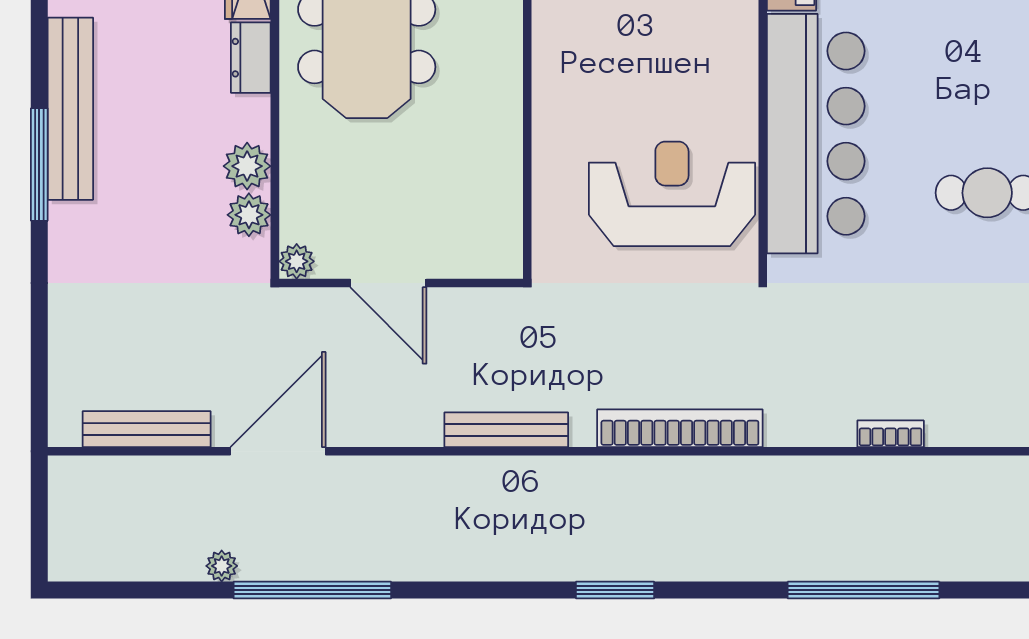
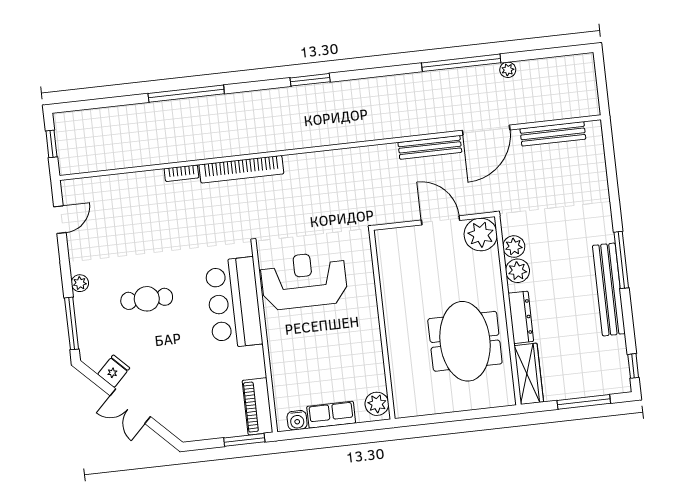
dresser: (251, 58) -> (521, 317), width x1.44
bar counter: (816, 134) -> (234, 303), width x0.73
reception desk: (672, 194) -> (304, 281), turned 180
plant: (297, 261) -> (481, 235), width x1.88, depth x1.88
bookcase: (680, 428) -> (241, 169), moved
bench: (506, 430) -> (430, 147), moved

